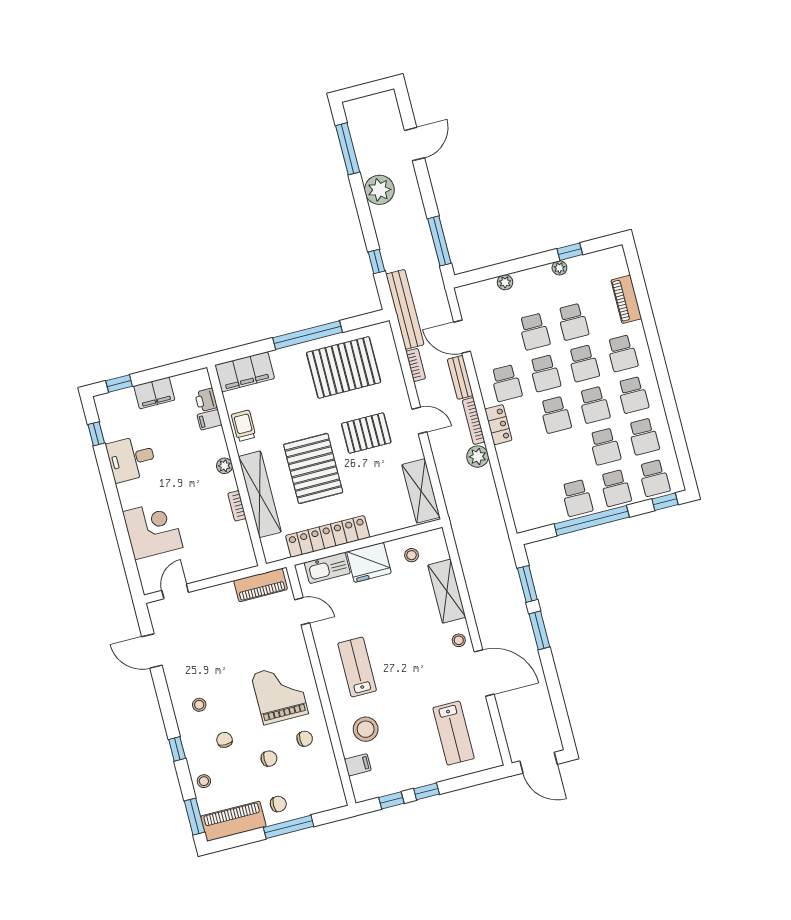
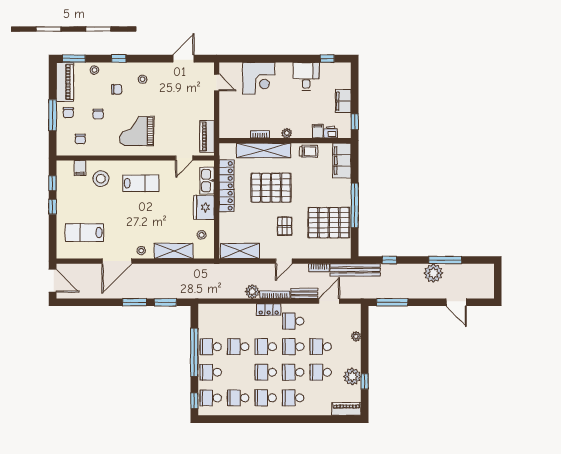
window: (348, 149) -> (445, 260), moved
plant: (559, 268) -> (352, 377), width x1.88, depth x1.88
piano: (626, 299) -> (346, 409), moved
pallet: (344, 367) -> (329, 223), turned 90
window: (119, 383) -> (355, 122), moved
pallet: (366, 433) -> (285, 226), width x0.67, depth x0.71
school desk: (605, 446) -> (238, 347), moved
grand piano: (280, 694) -> (136, 131), turned 180
chair: (305, 739) -> (80, 139), moved
door: (539, 763) -> (53, 281), swing flipped

